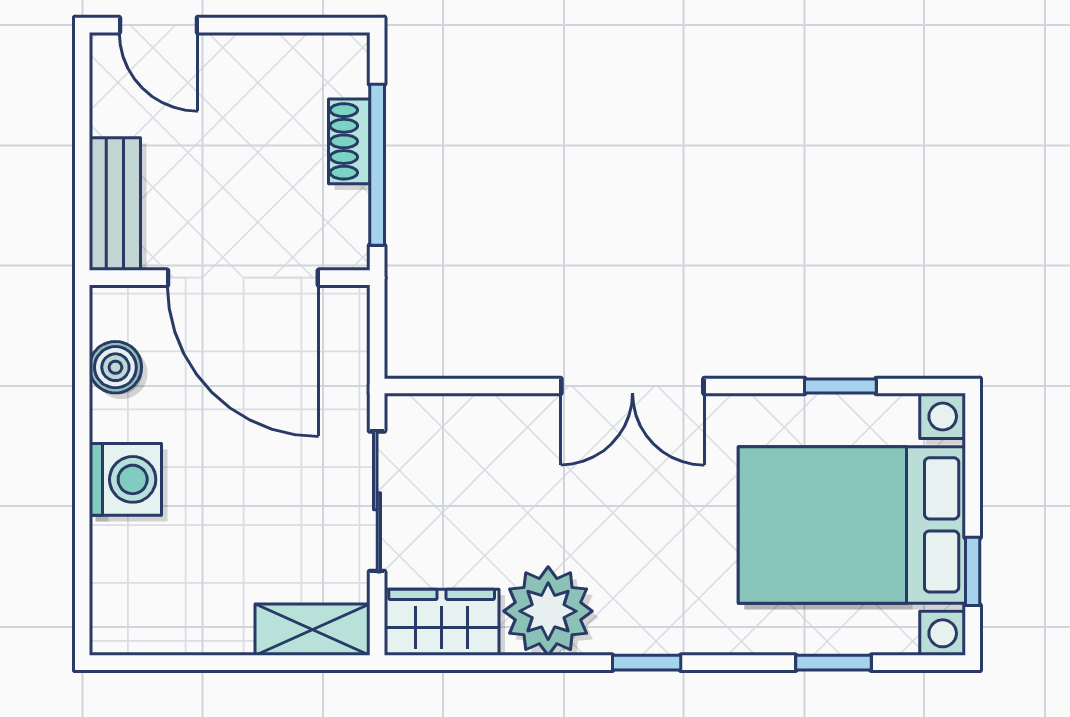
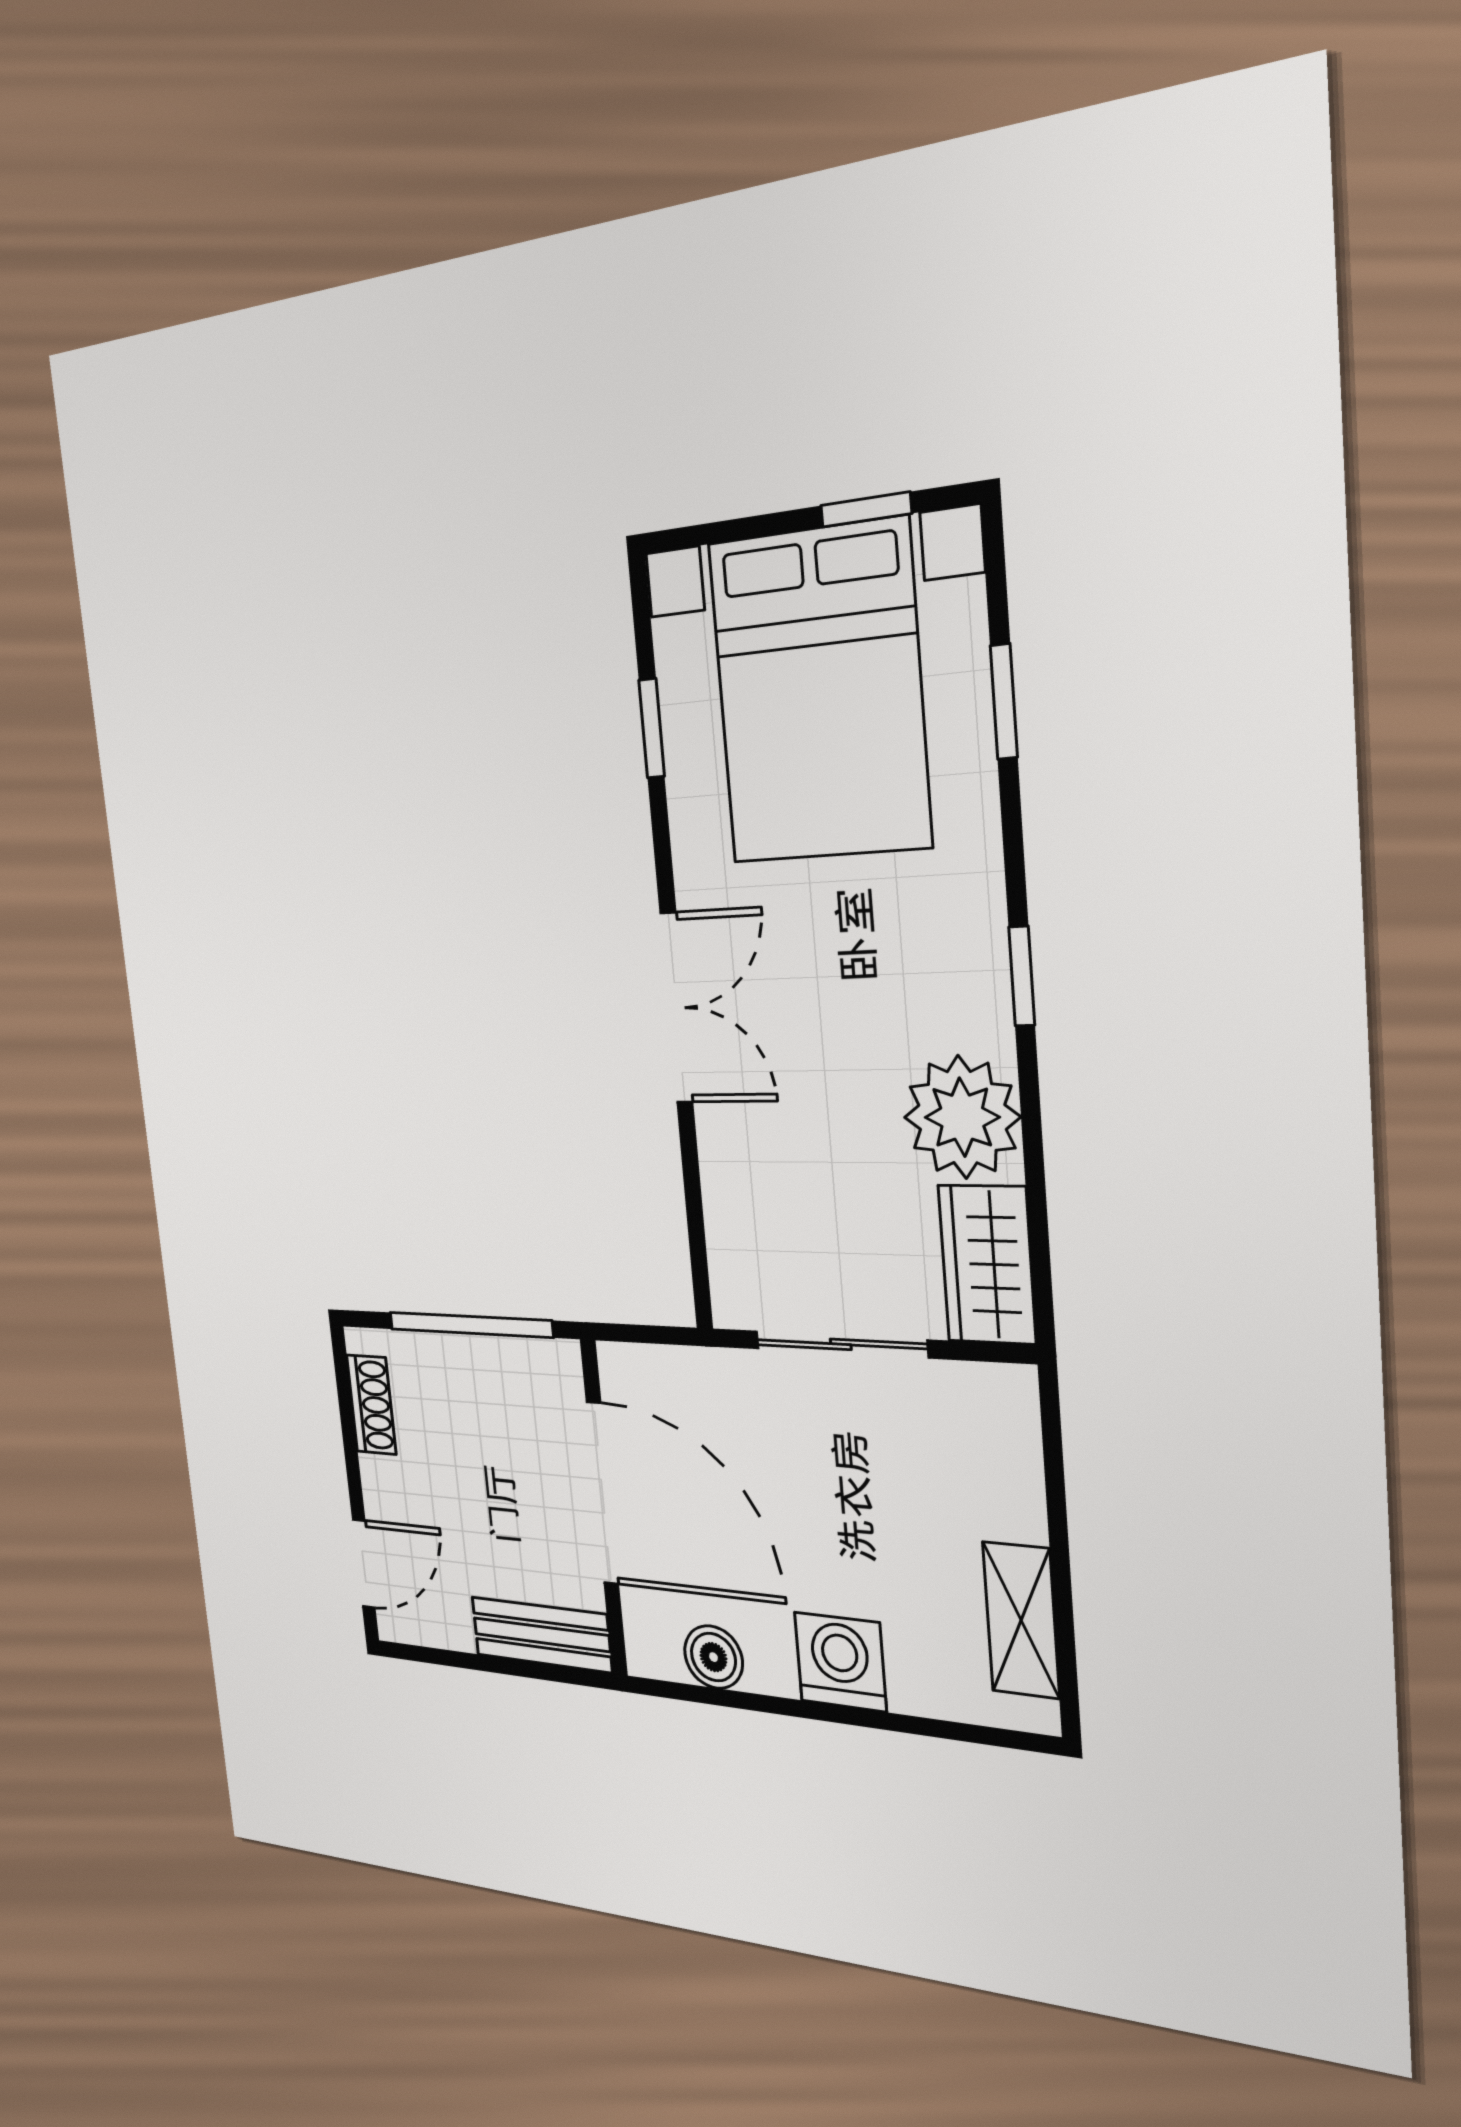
shoe rack: (349, 141) -> (371, 1405), moved, turned -90
door: (243, 278) -> (602, 1493), hinge flipped
shelving: (312, 630) -> (1021, 1620), moved

